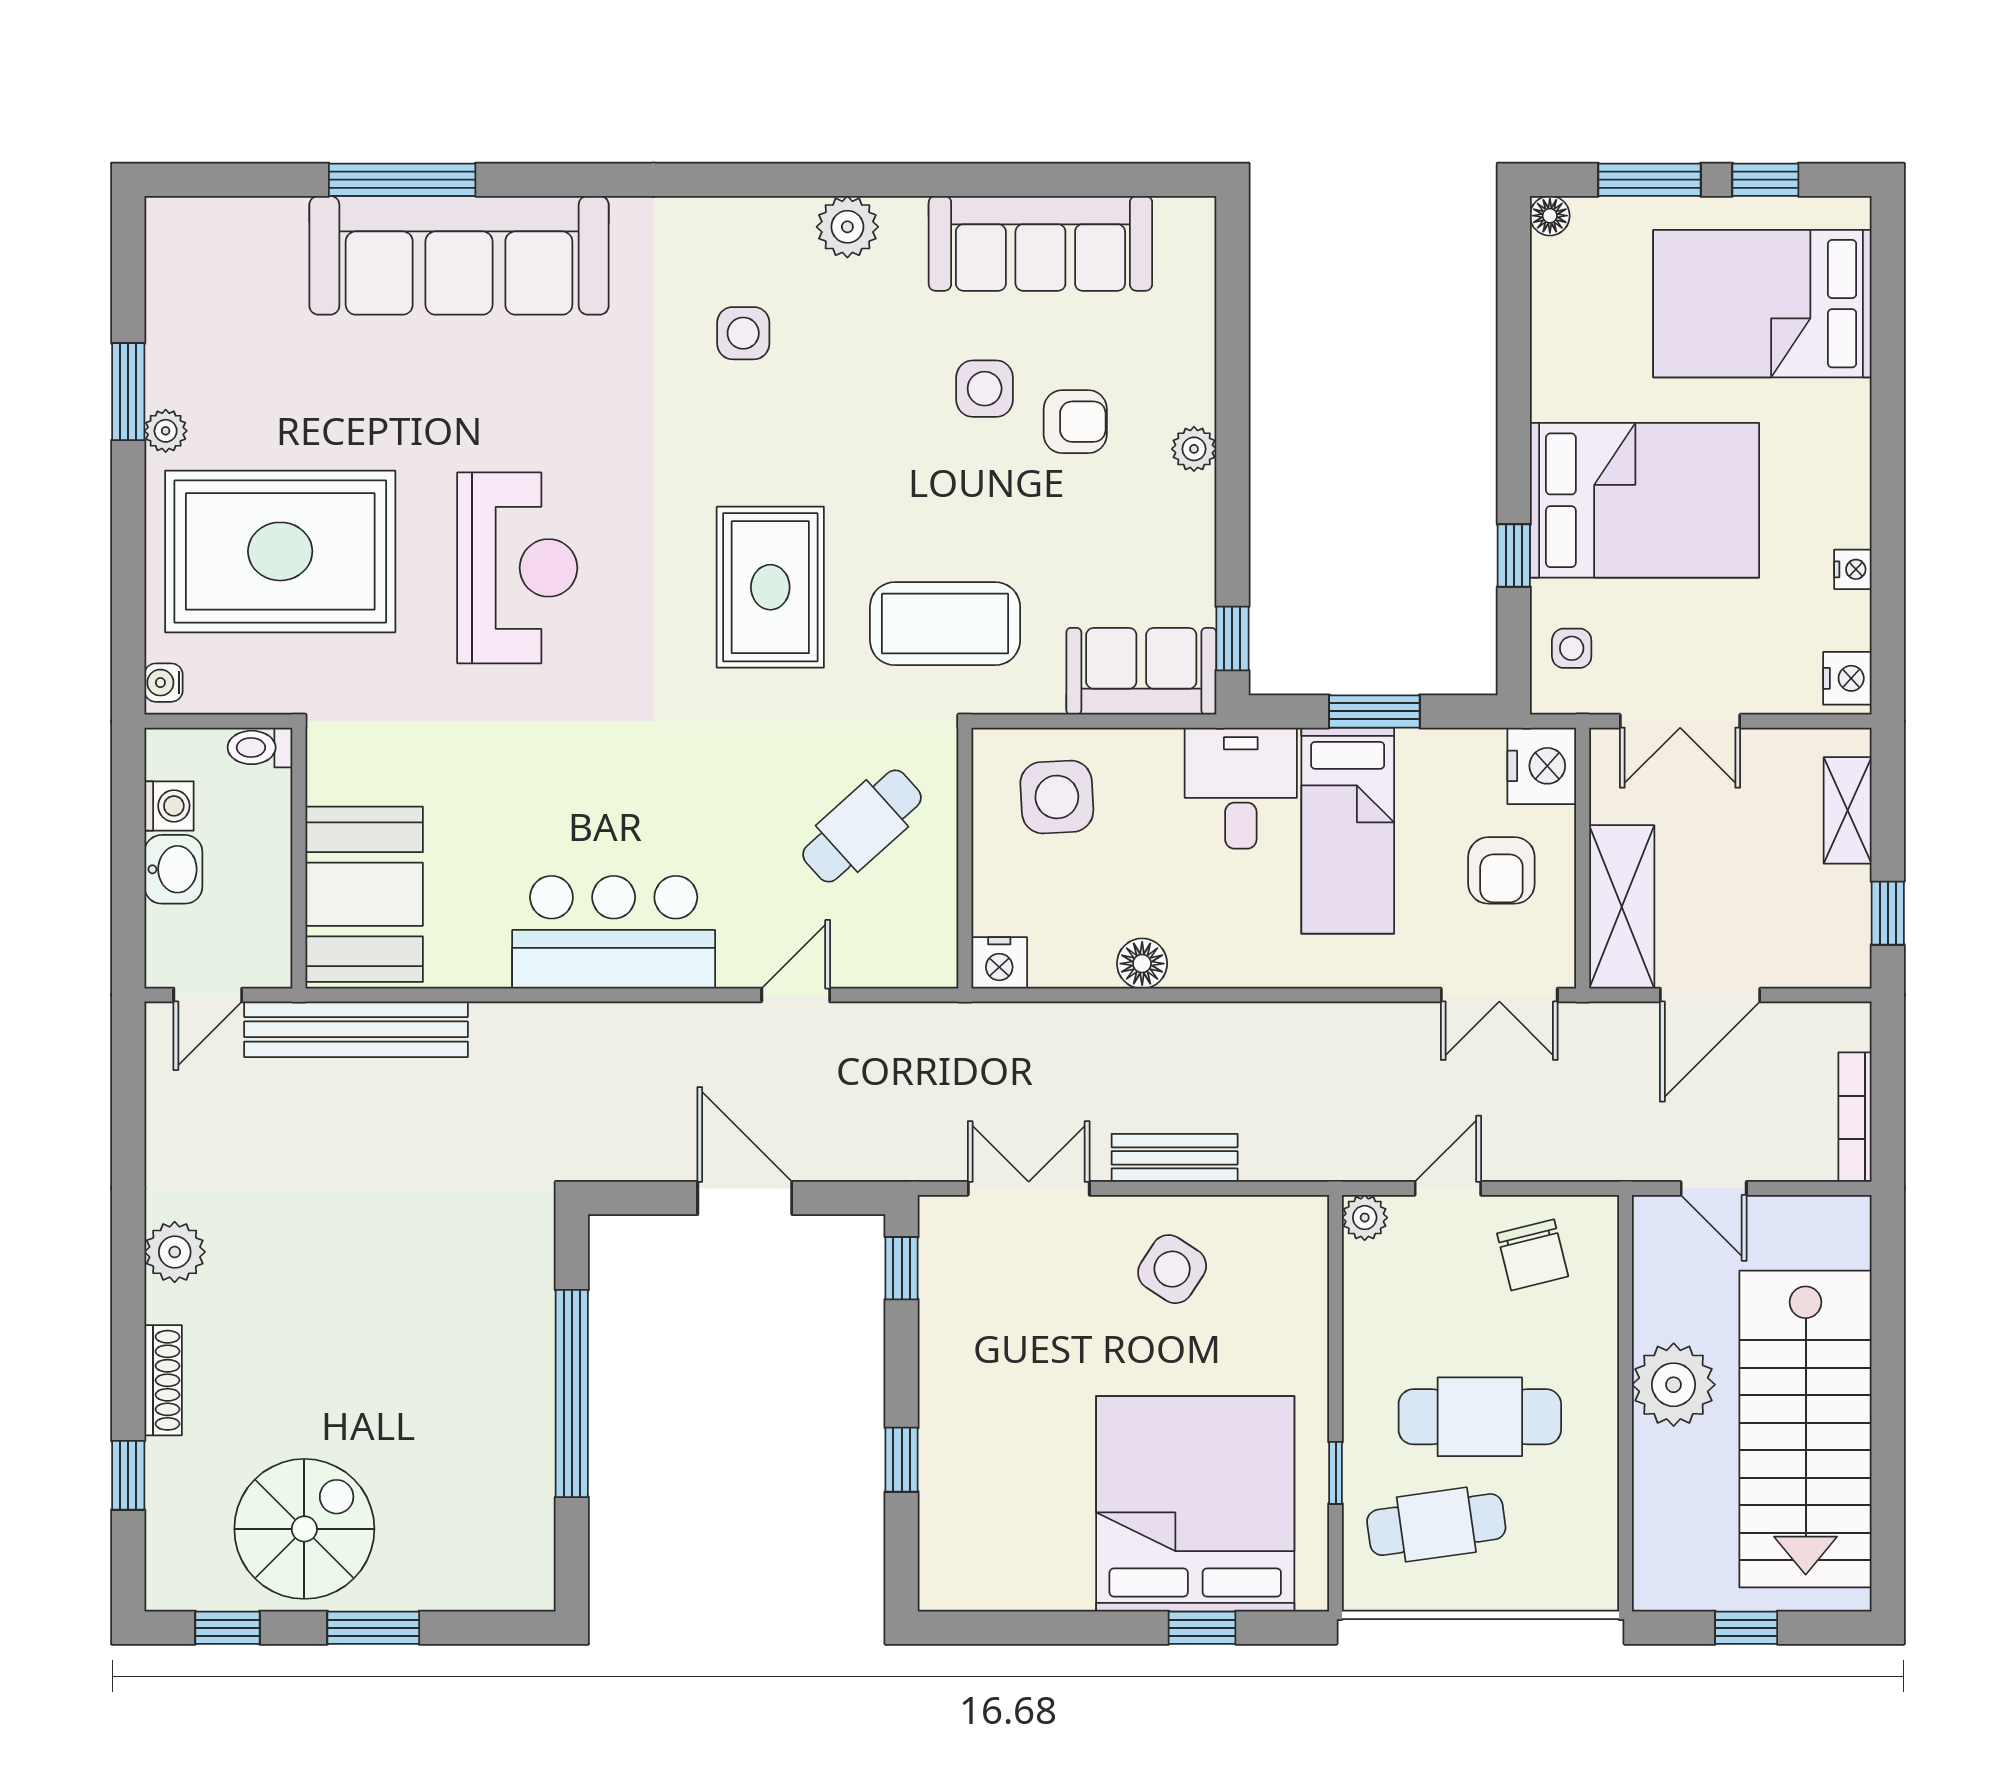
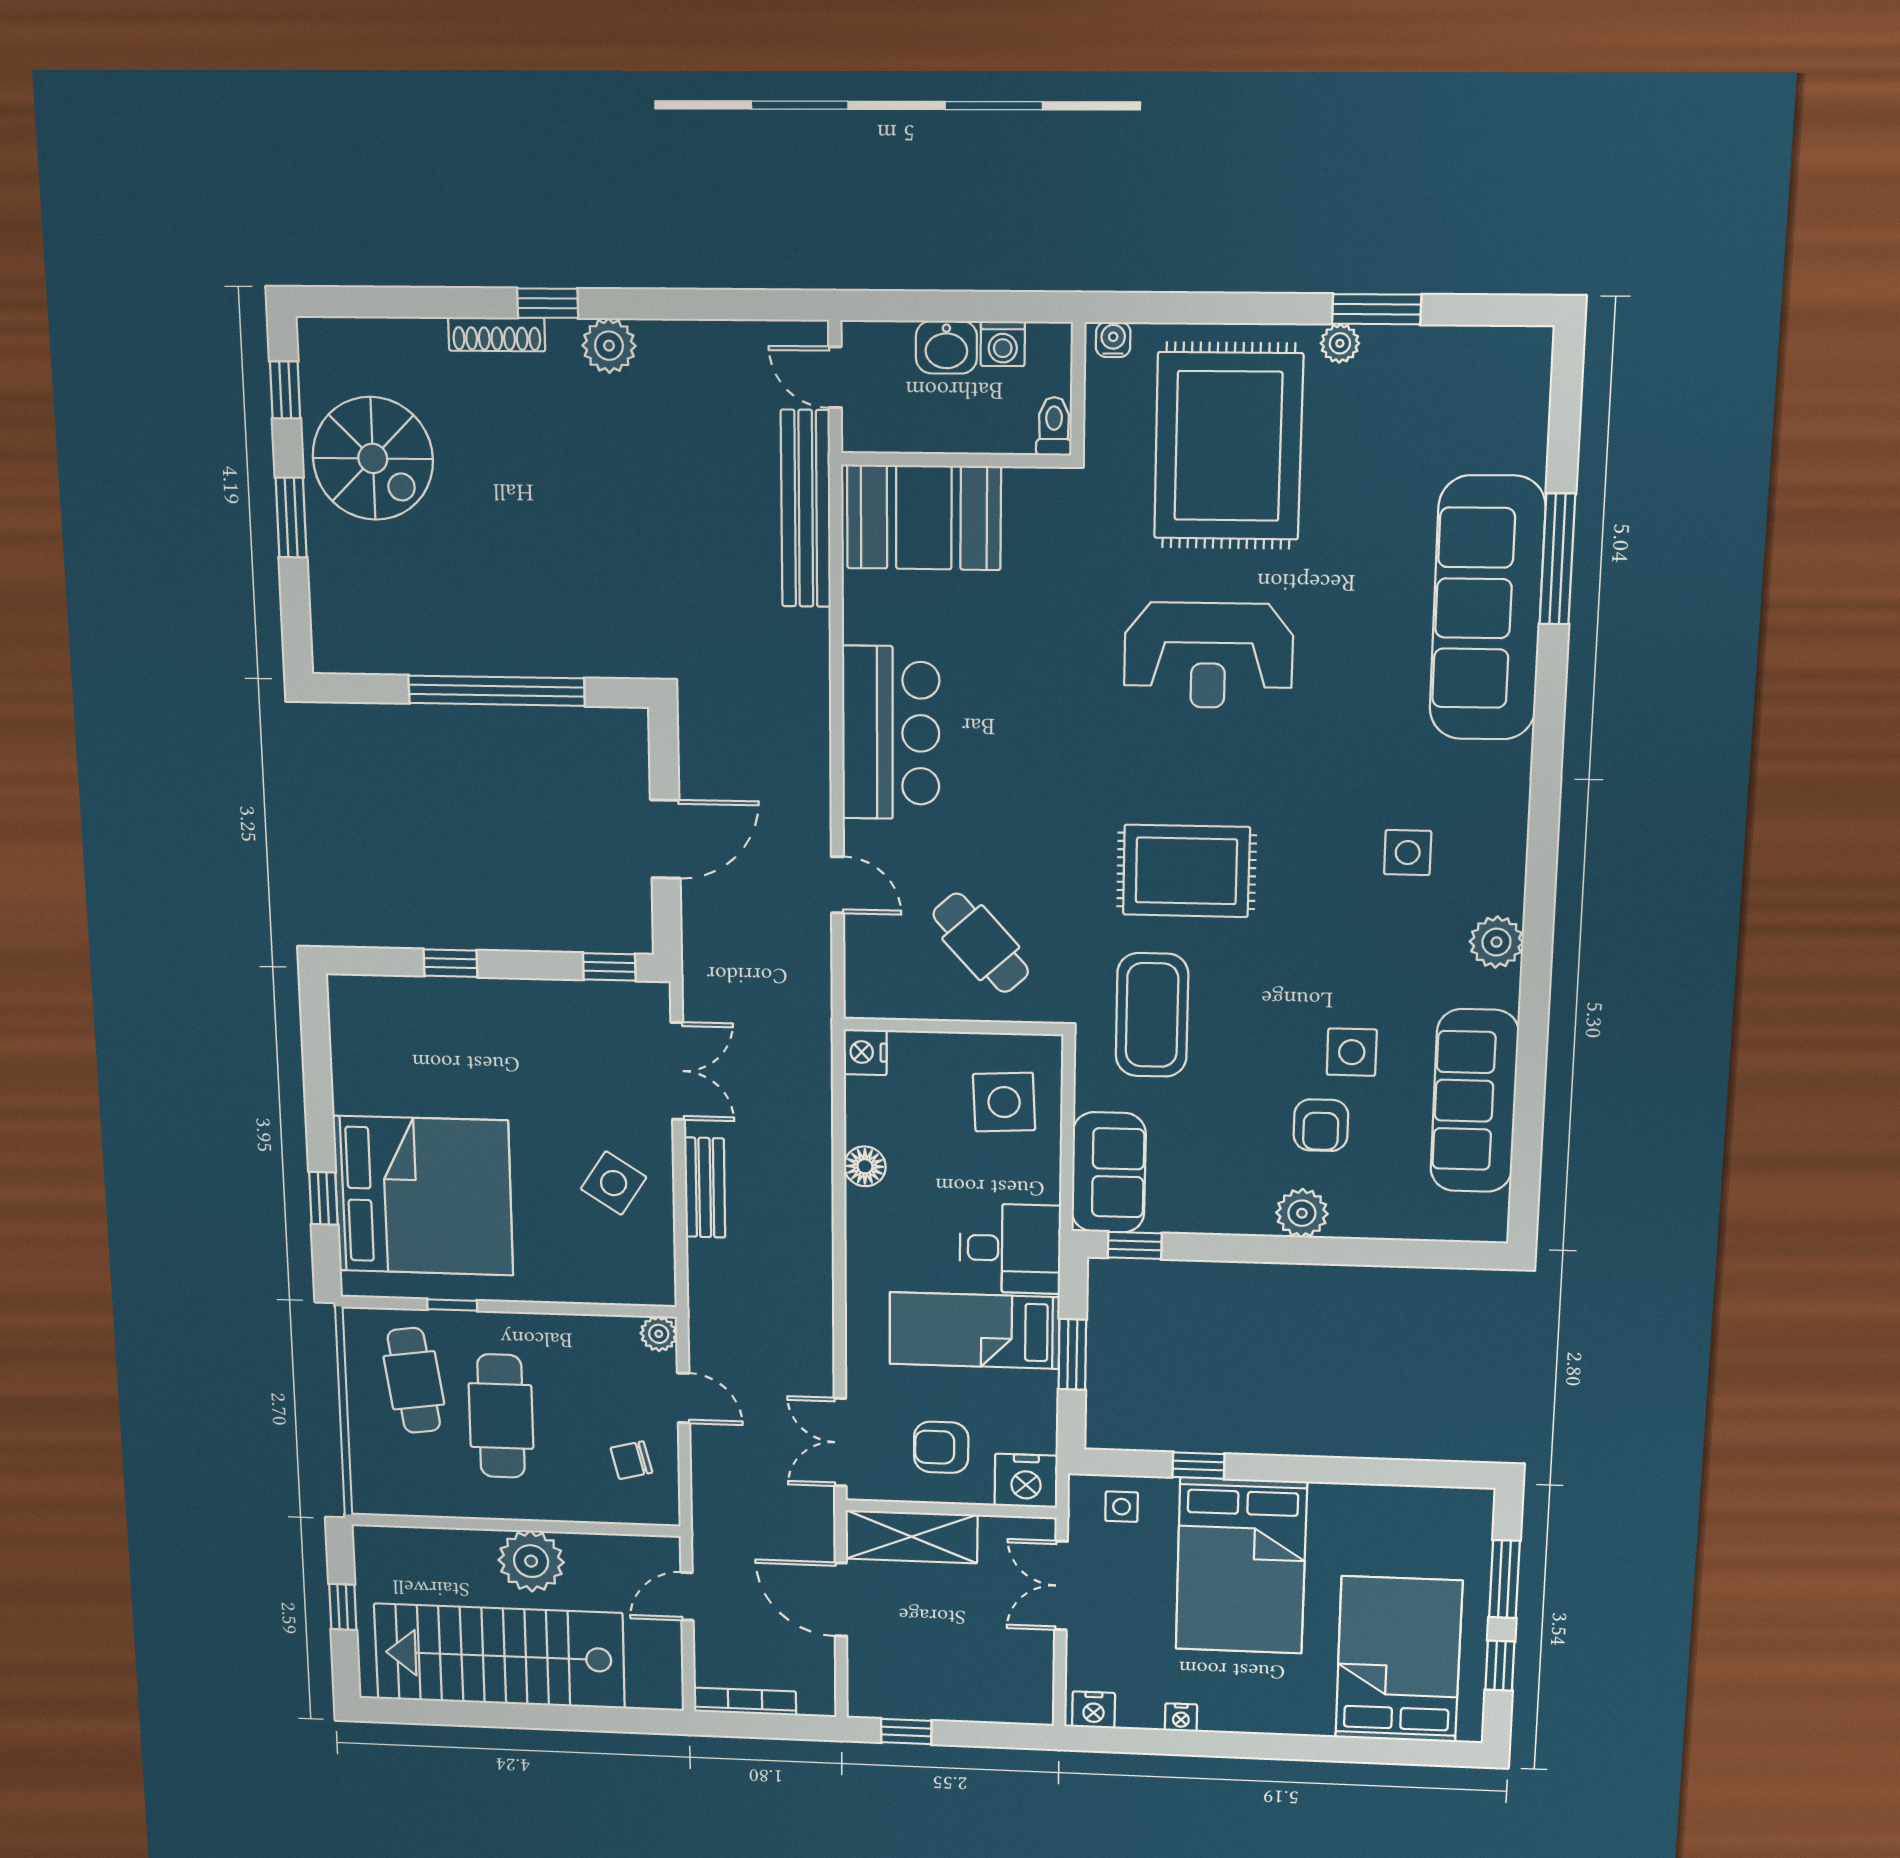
floor lamp: (1550, 216) -> (1478, 1503), removed
plant: (1194, 449) -> (1302, 1213), width x1.38, depth x1.38
shelving: (1848, 810) -> (988, 1706), removed
chair: (1533, 1255) -> (631, 1460), width x0.73, depth x0.73
window: (128, 1475) -> (548, 303), moved

